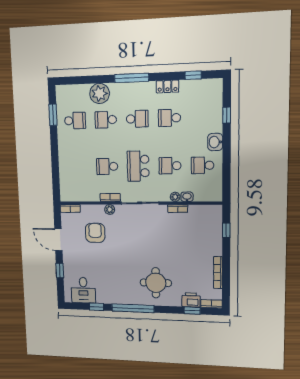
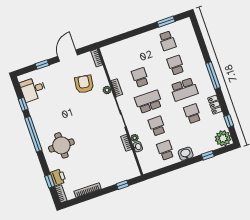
plant: (100, 93) -> (223, 138), moved
school desk: (137, 119) -> (184, 89), width x1.85
armchair: (95, 233) -> (84, 84), turned -82

